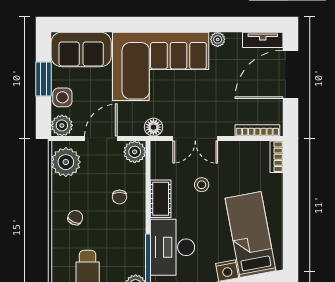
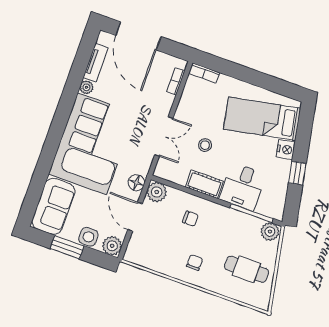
tv unit: (263, 40) -> (96, 63), moved
floor lamp: (153, 127) -> (136, 183), moved
bookcase: (257, 130) -> (176, 81), width x0.64
plant: (66, 162) -> (144, 254), removed
chair: (75, 218) -> (195, 262), turned 65
desk: (172, 247) -> (243, 187), width x0.73

